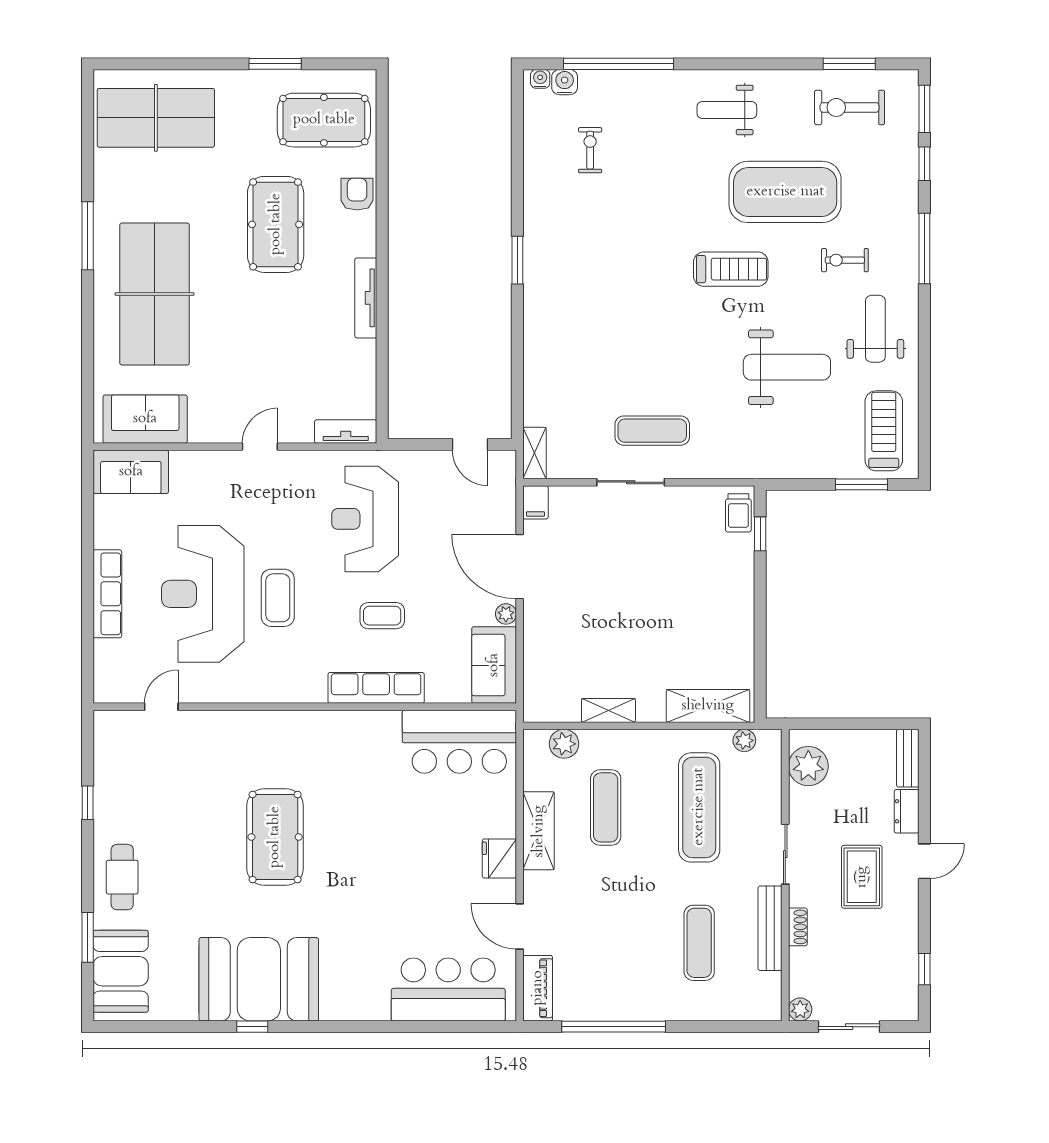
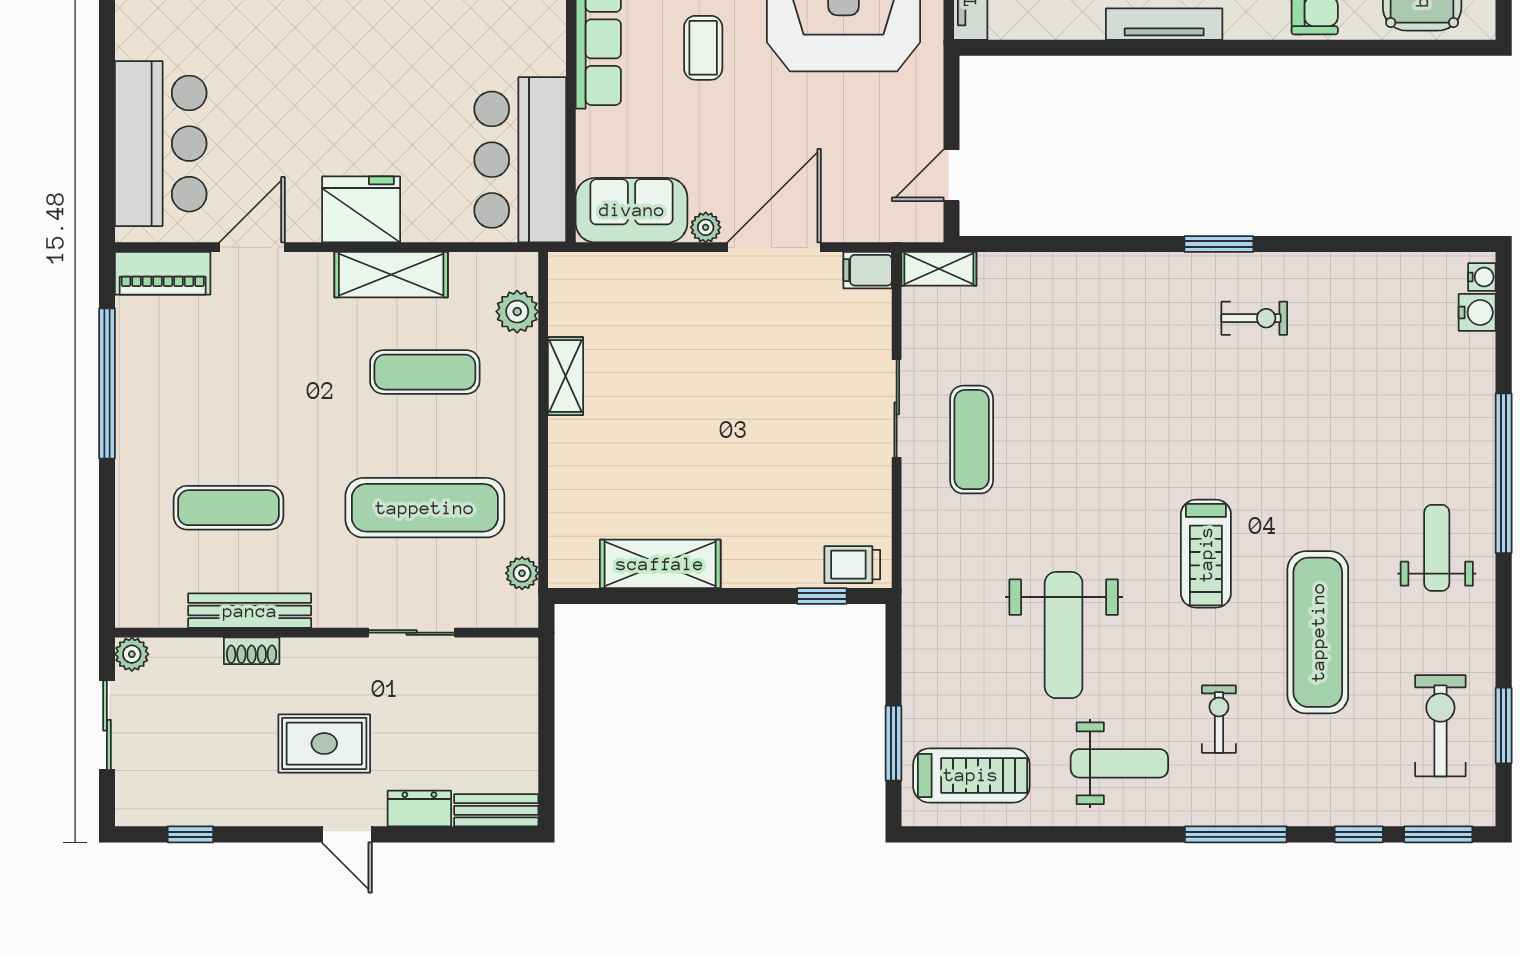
window: (619, 64) -> (1504, 473), moved
exercise bike: (590, 150) -> (1254, 318), moved
exercise mat: (785, 192) -> (1318, 632), width x0.68
shelving: (708, 706) -> (660, 564), moved, turned 90
plant: (808, 766) -> (485, 666), removed
sliding door: (785, 854) -> (412, 633), moved
fridge: (499, 858) -> (361, 209), width x1.36, depth x1.34

